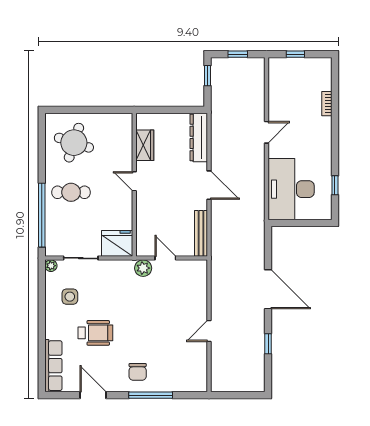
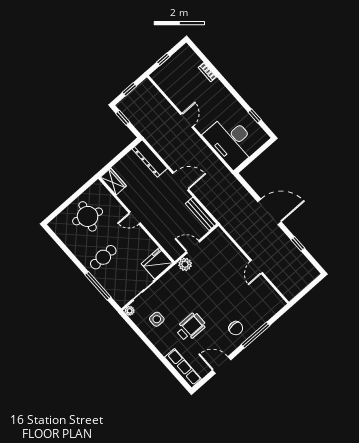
round table: (74, 143) -> (88, 216), moved
wardrobe: (145, 145) -> (113, 181), moved
window: (42, 215) -> (98, 286), width x0.68

